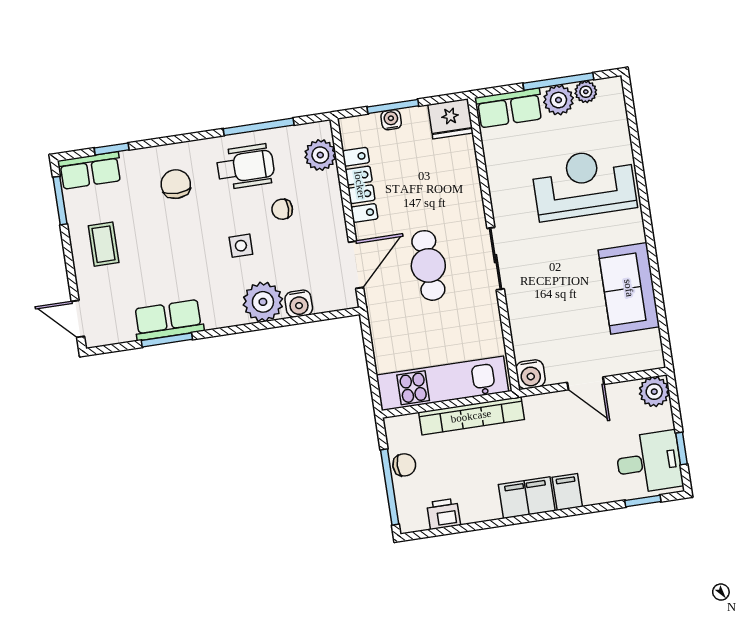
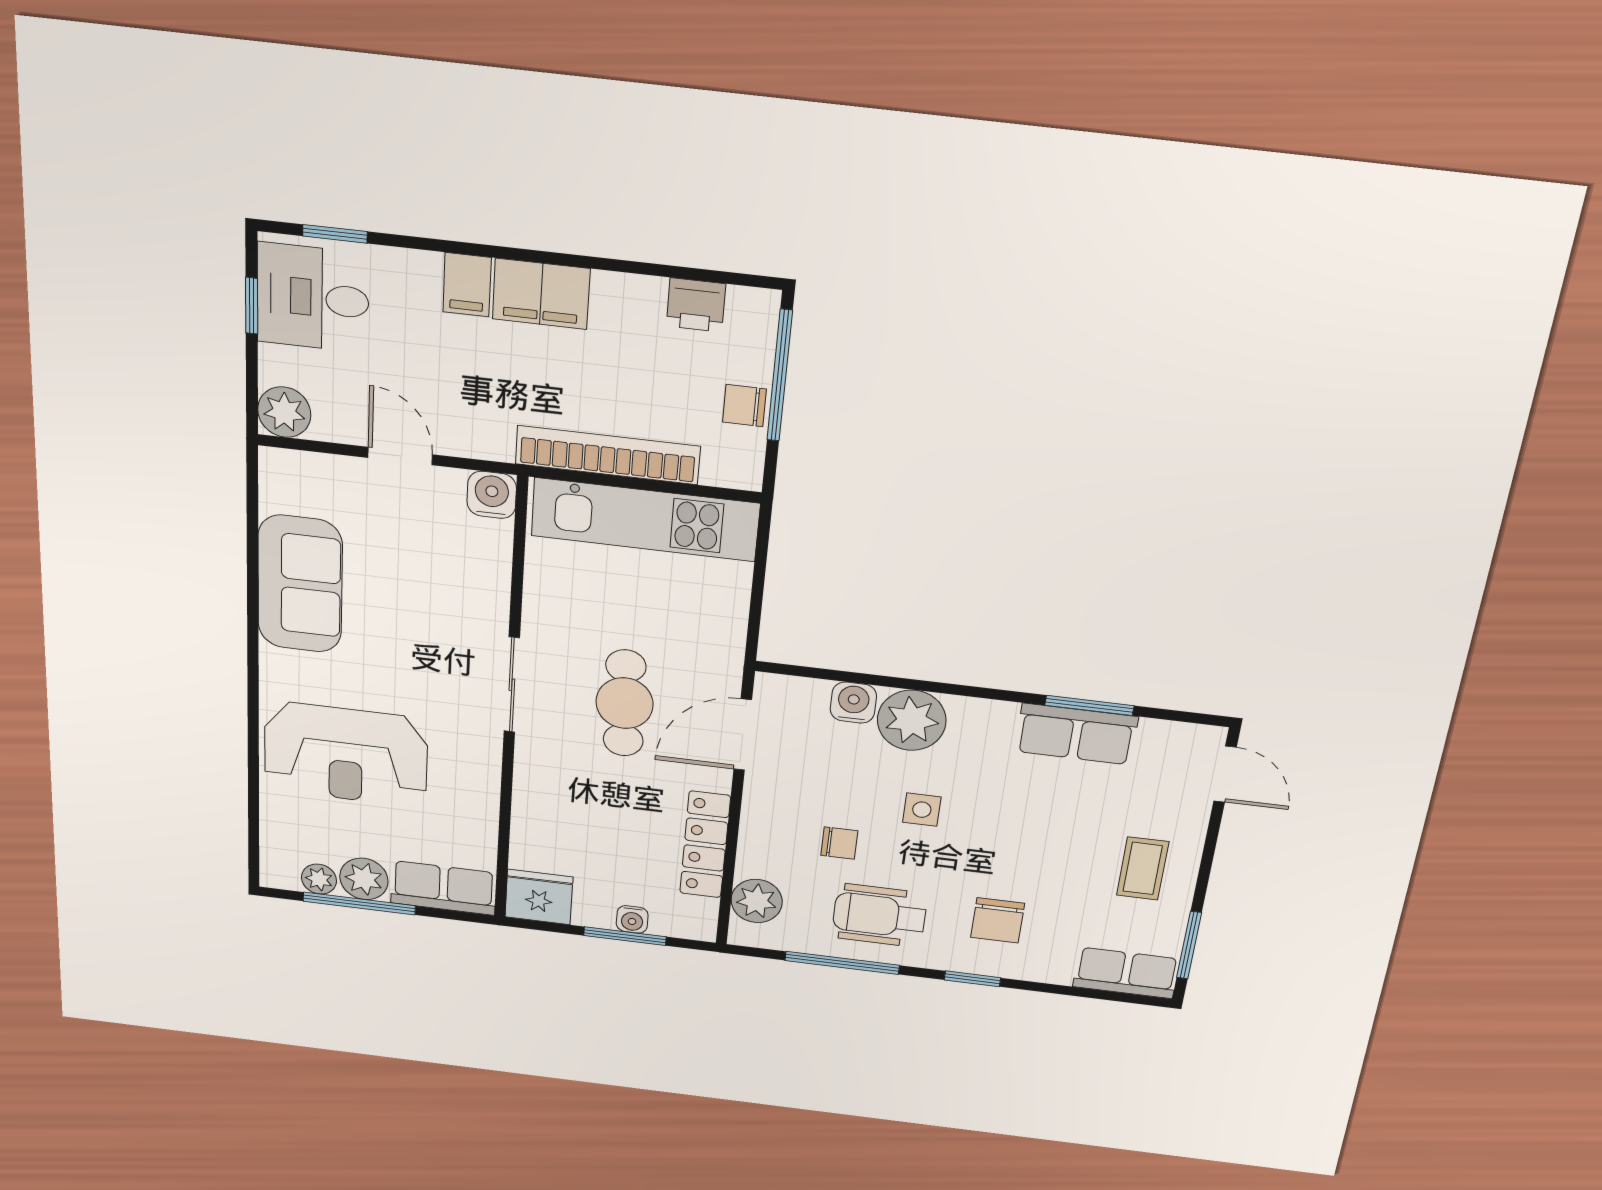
window: (112, 149) -> (972, 979), moved

